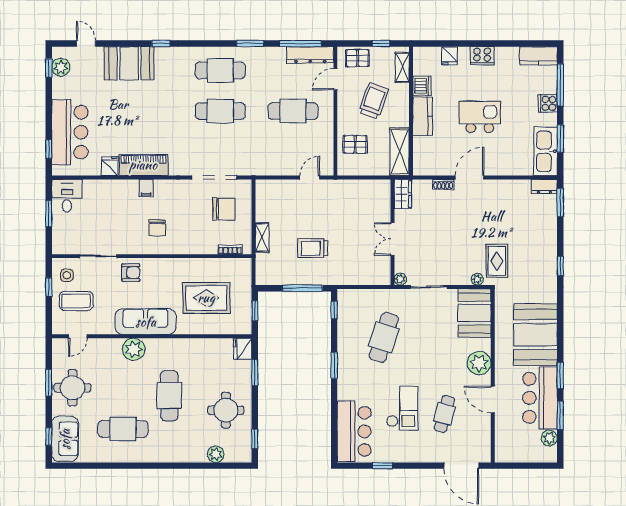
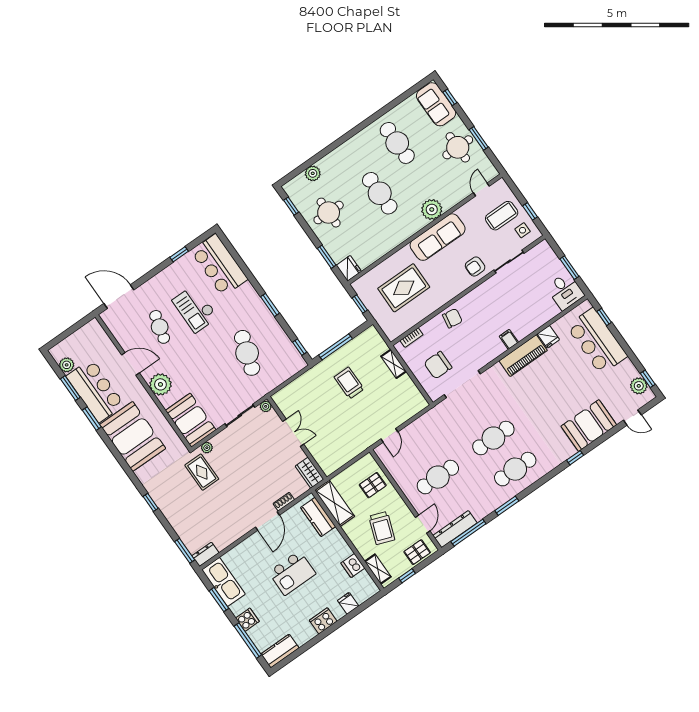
kitchen counter: (423, 116) -> (318, 517), moved
chair: (157, 228) -> (452, 318), moved, turned 99
trolley: (313, 248) -> (349, 383), turned -90
cafe table: (123, 429) -> (397, 143), turned 90

